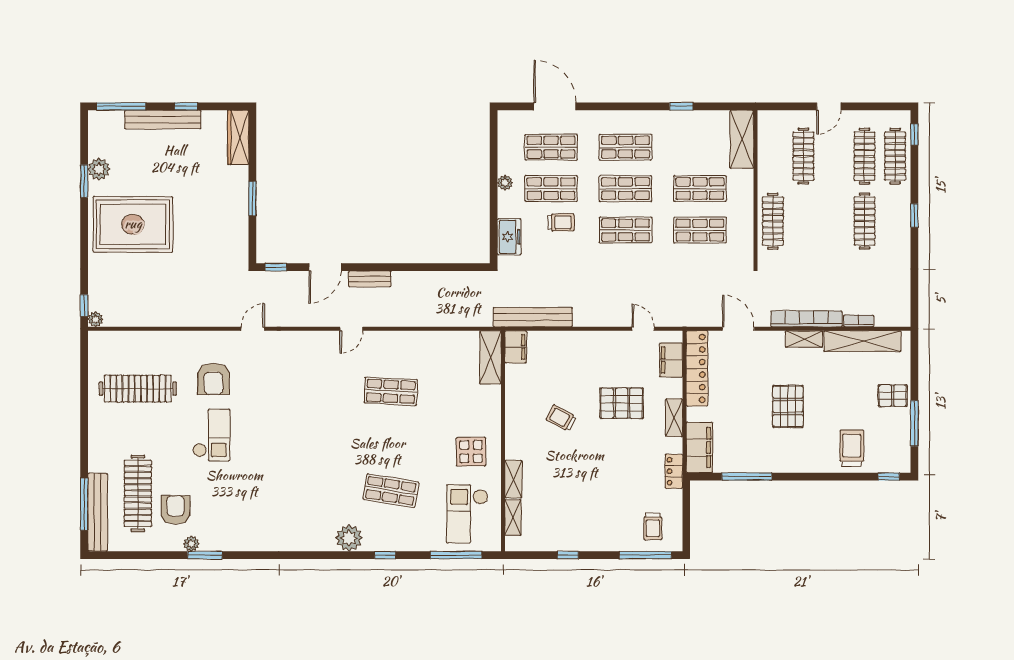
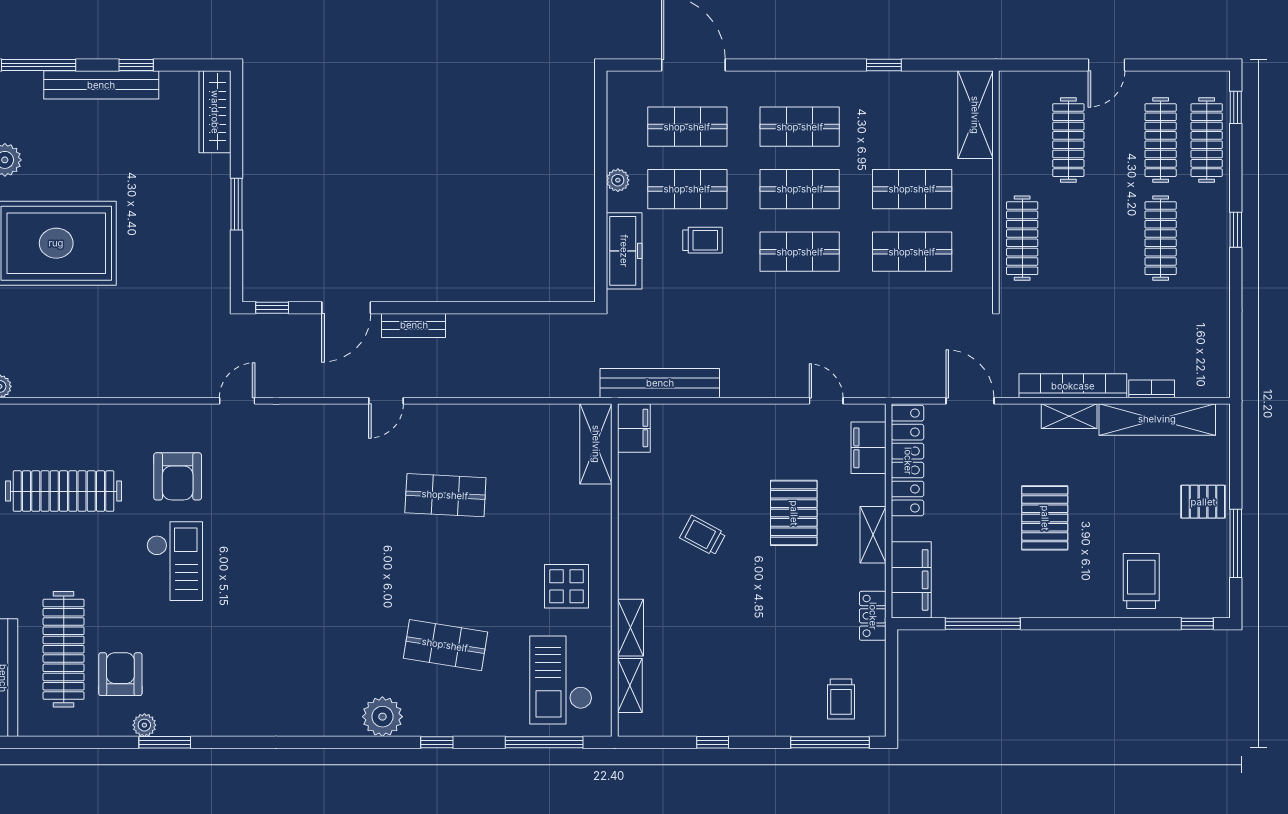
freezer: (509, 237) -> (624, 251), width x1.40
pallet: (622, 403) -> (794, 513), turned 90

